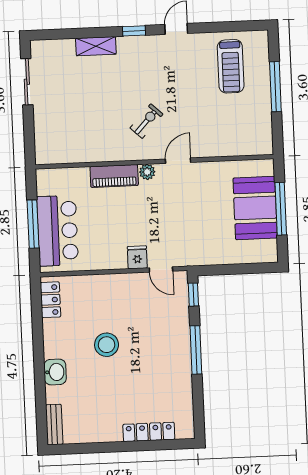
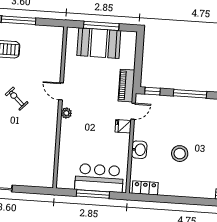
exercise bike: (147, 121) -> (17, 99), moved
piano: (114, 176) -> (126, 86), moved, turned 180
washbasin: (55, 372) -> (139, 150), moved, turned 90

